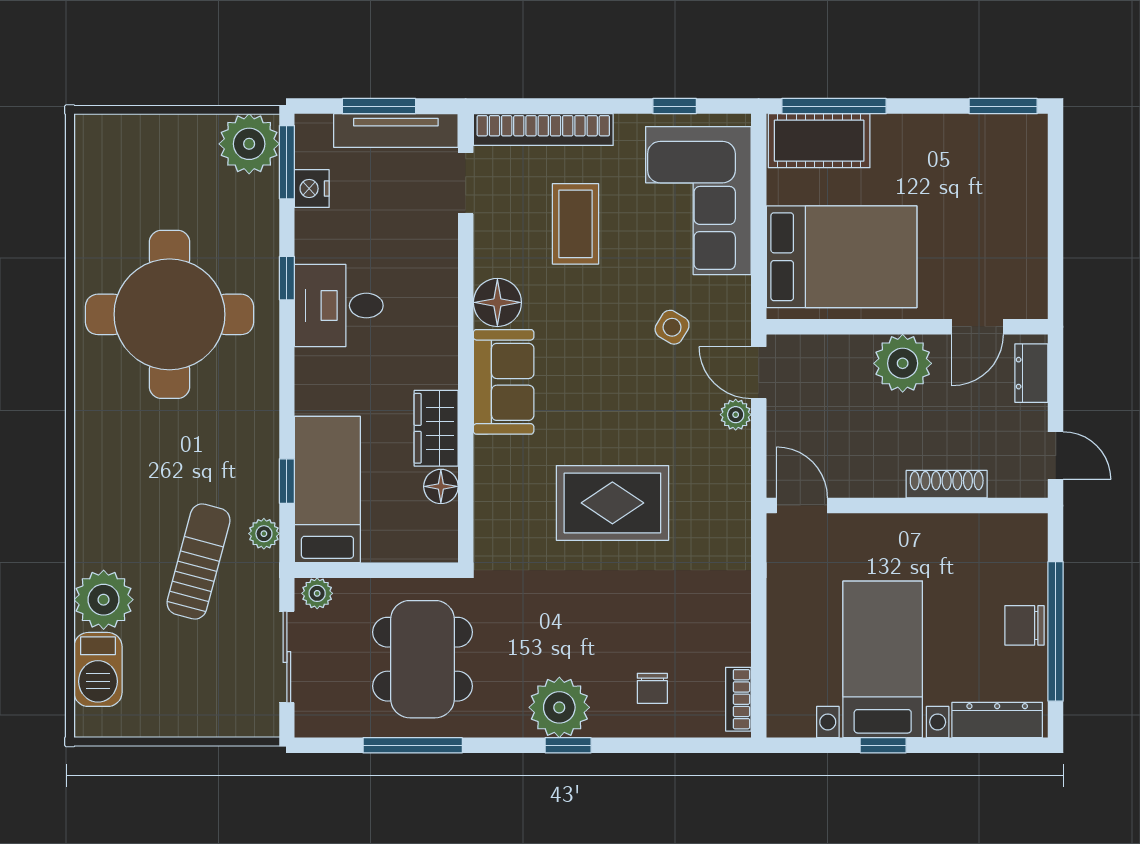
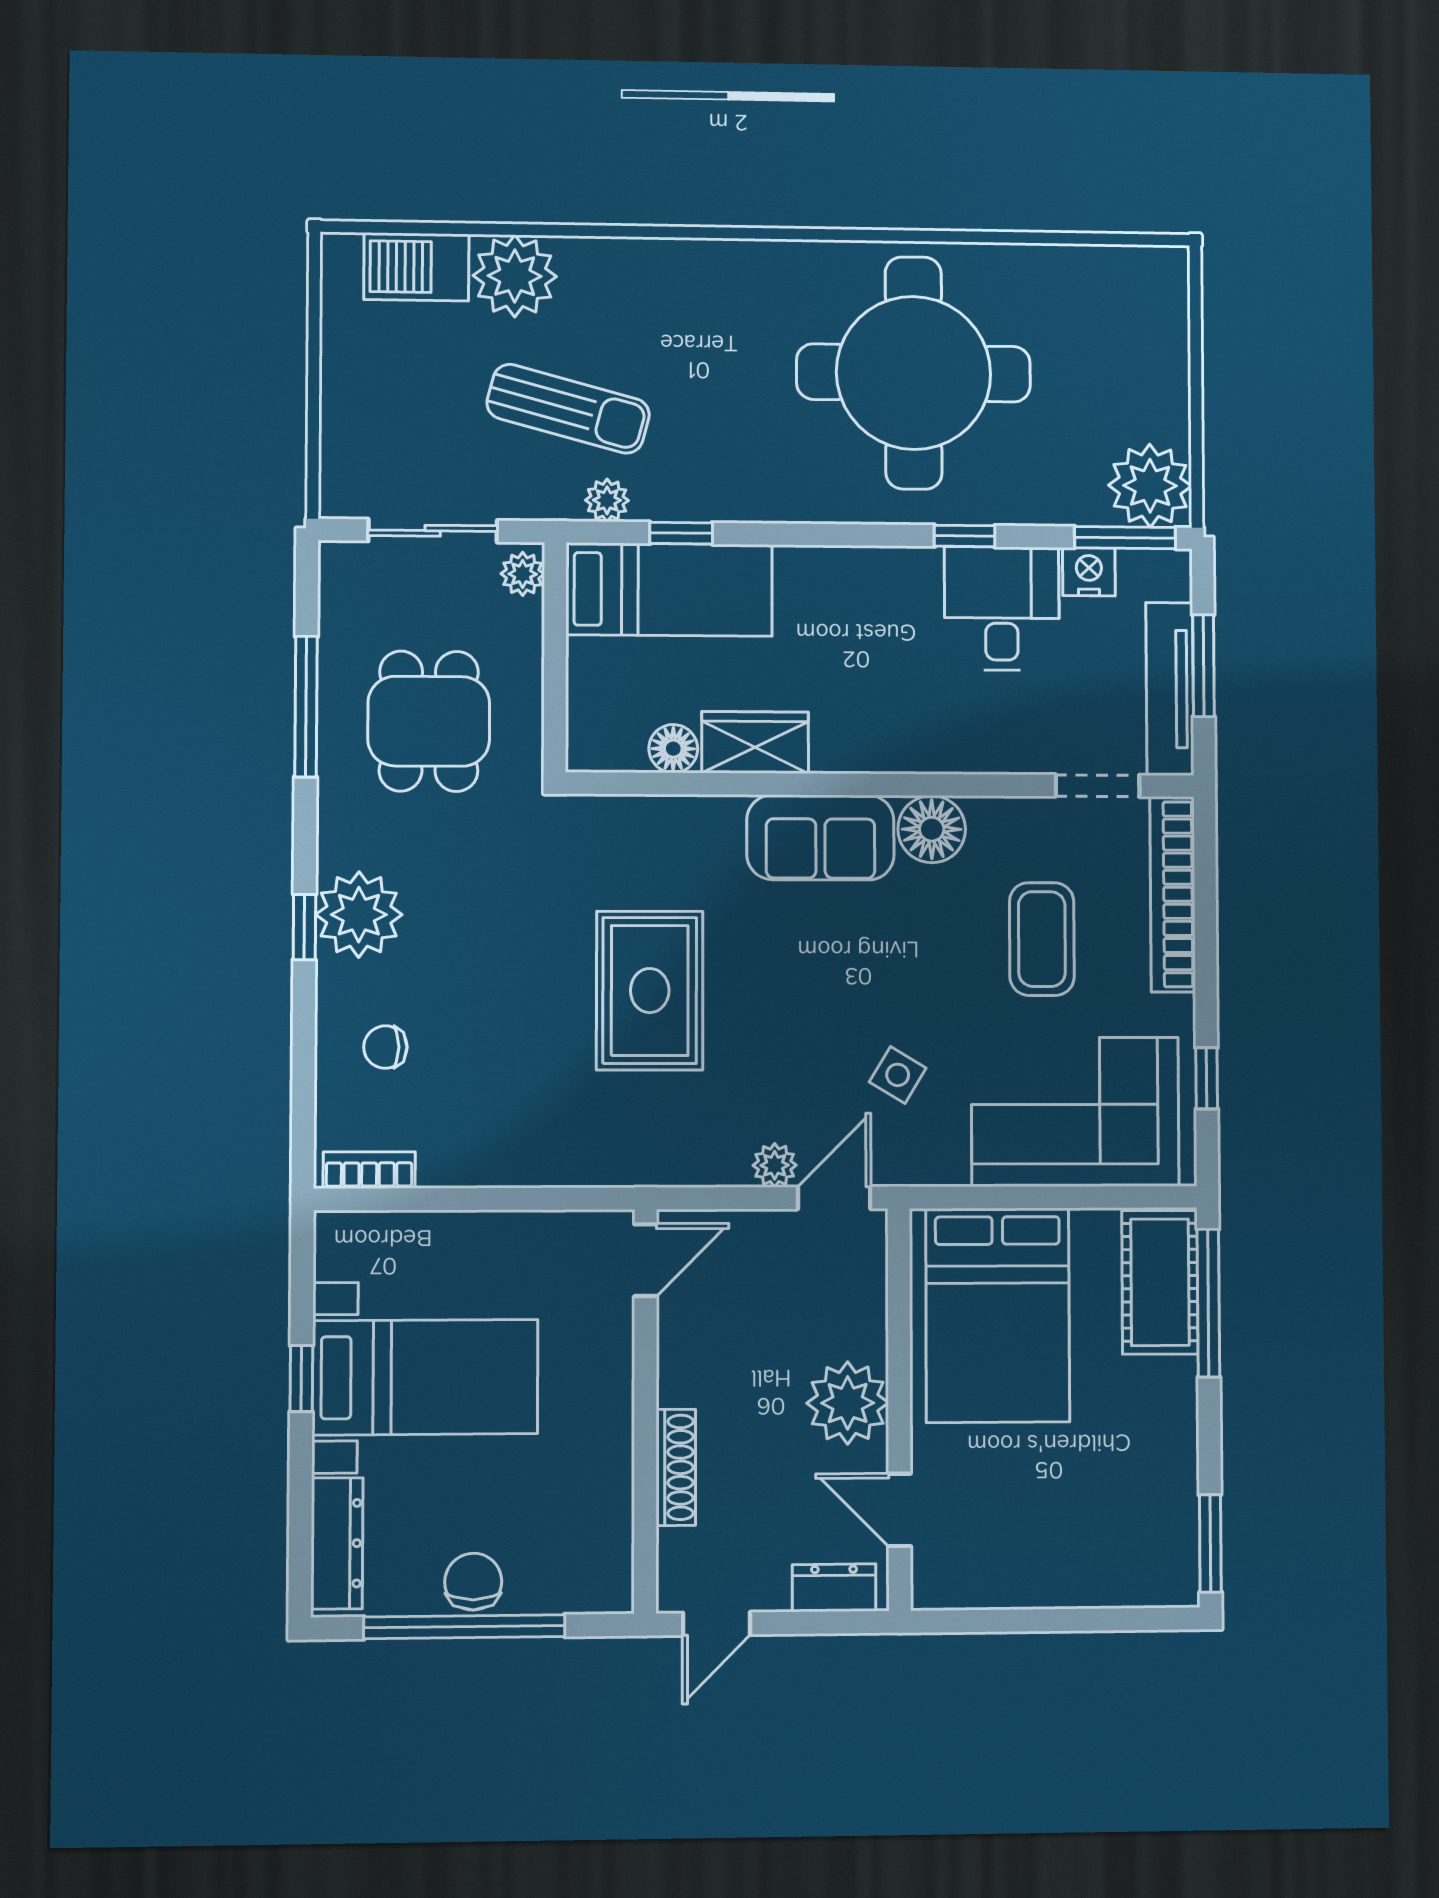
coffee table: (575, 224) -> (1042, 939), turned 90
desk: (339, 306) -> (1002, 608), moved
dining table: (422, 659) -> (429, 721), width x0.73

